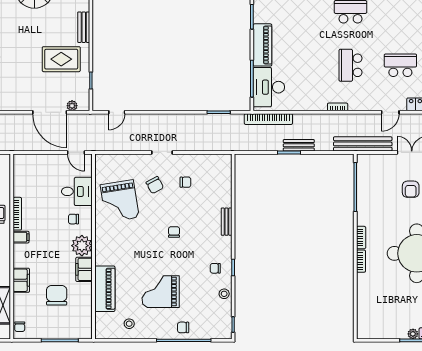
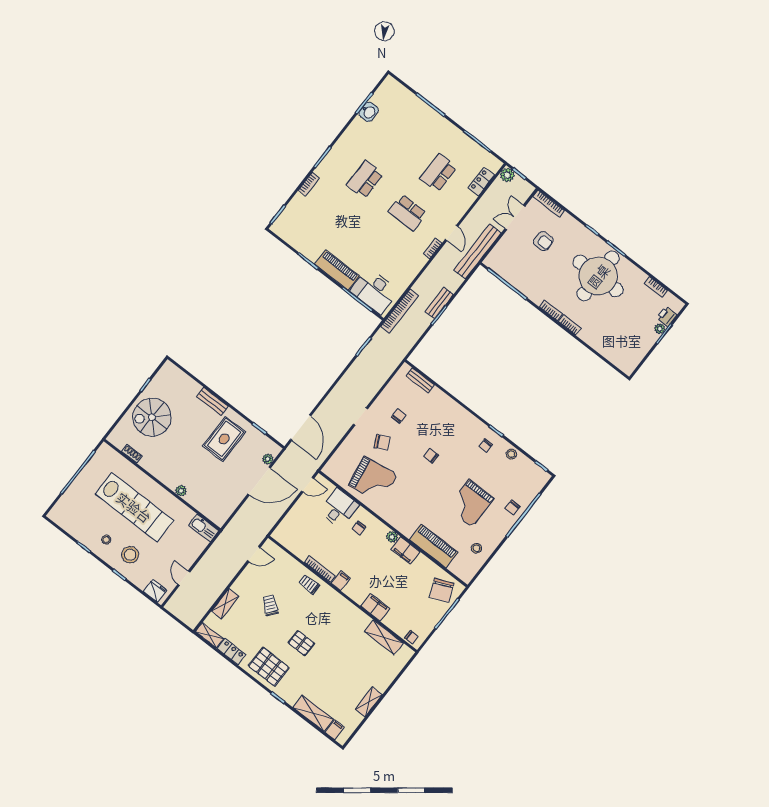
door: (117, 112) -> (301, 428), width x1.88
door: (390, 112) -> (452, 233), moved
bench: (227, 222) -> (420, 380), moved
plant: (82, 246) -> (392, 537), width x0.53, depth x0.53
chair: (57, 295) -> (442, 590), moved, turned -113

